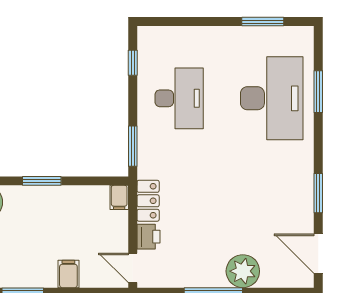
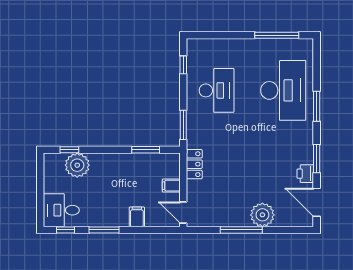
window: (263, 22) -> (277, 35), width x1.44
window: (318, 92) -> (317, 106), moved
window: (42, 181) -> (146, 150), moved
filing cabinet: (119, 197) -> (171, 186), moved, turned 90
printer: (148, 237) -> (305, 174), moved, turned 180

